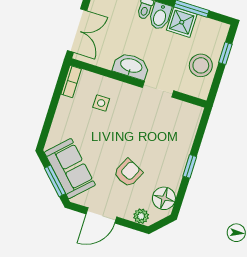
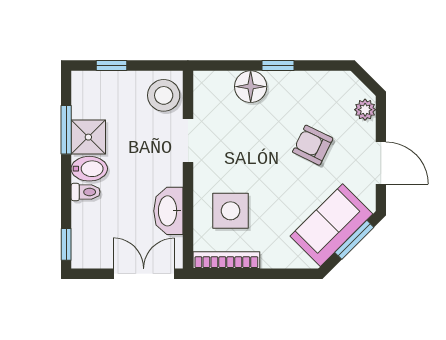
stool: (201, 65) -> (164, 95), moved
washbasin: (131, 66) -> (168, 211), moved
bookcase: (71, 81) -> (226, 260), width x1.56
side table: (101, 103) -> (231, 211), width x1.87, depth x1.87
floor lamp: (164, 198) -> (251, 87), moved

